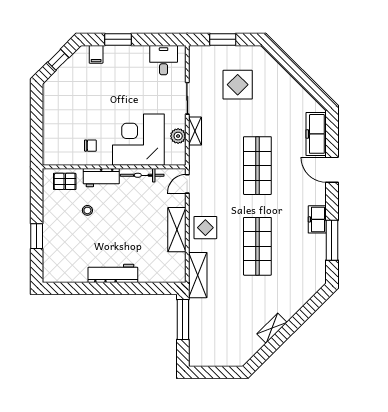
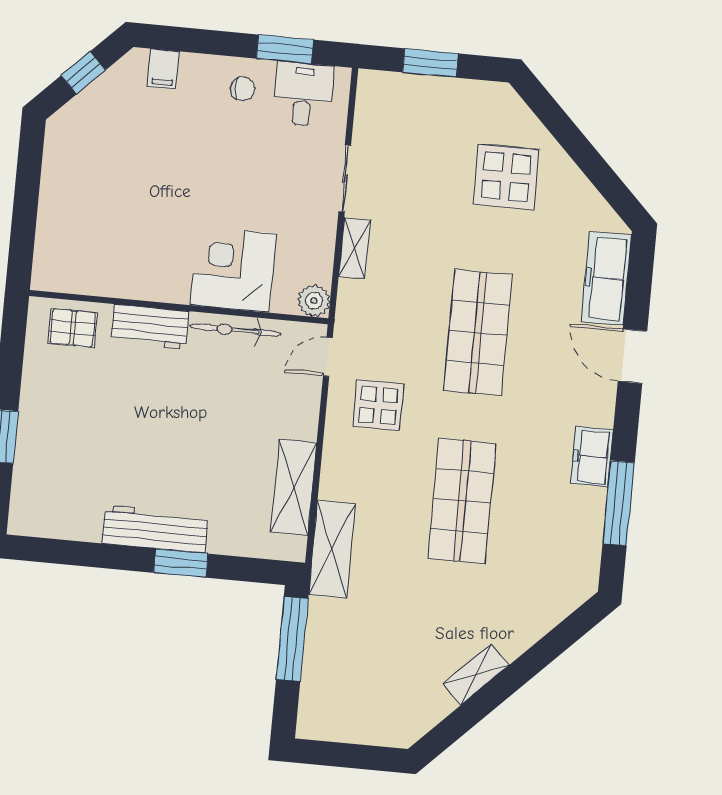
window: (118, 39) -> (285, 49), moved
display table: (238, 85) -> (506, 177), moved
plant: (178, 136) -> (314, 301), moved
corner desk: (138, 140) -> (233, 269), width x0.74, depth x0.74
chair: (90, 146) -> (242, 89), moved
stool: (87, 210) -> (115, 393), removed
display table: (205, 228) -> (378, 405), moved
shelving: (177, 230) -> (294, 487), moved
window: (127, 288) -> (181, 563), added

